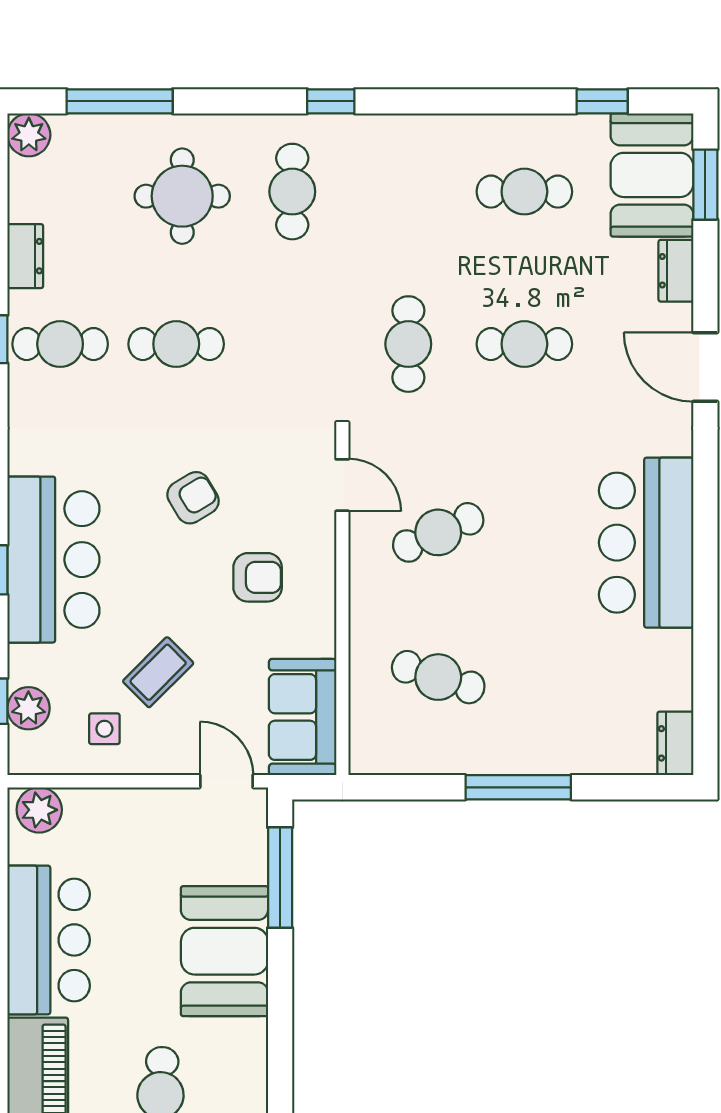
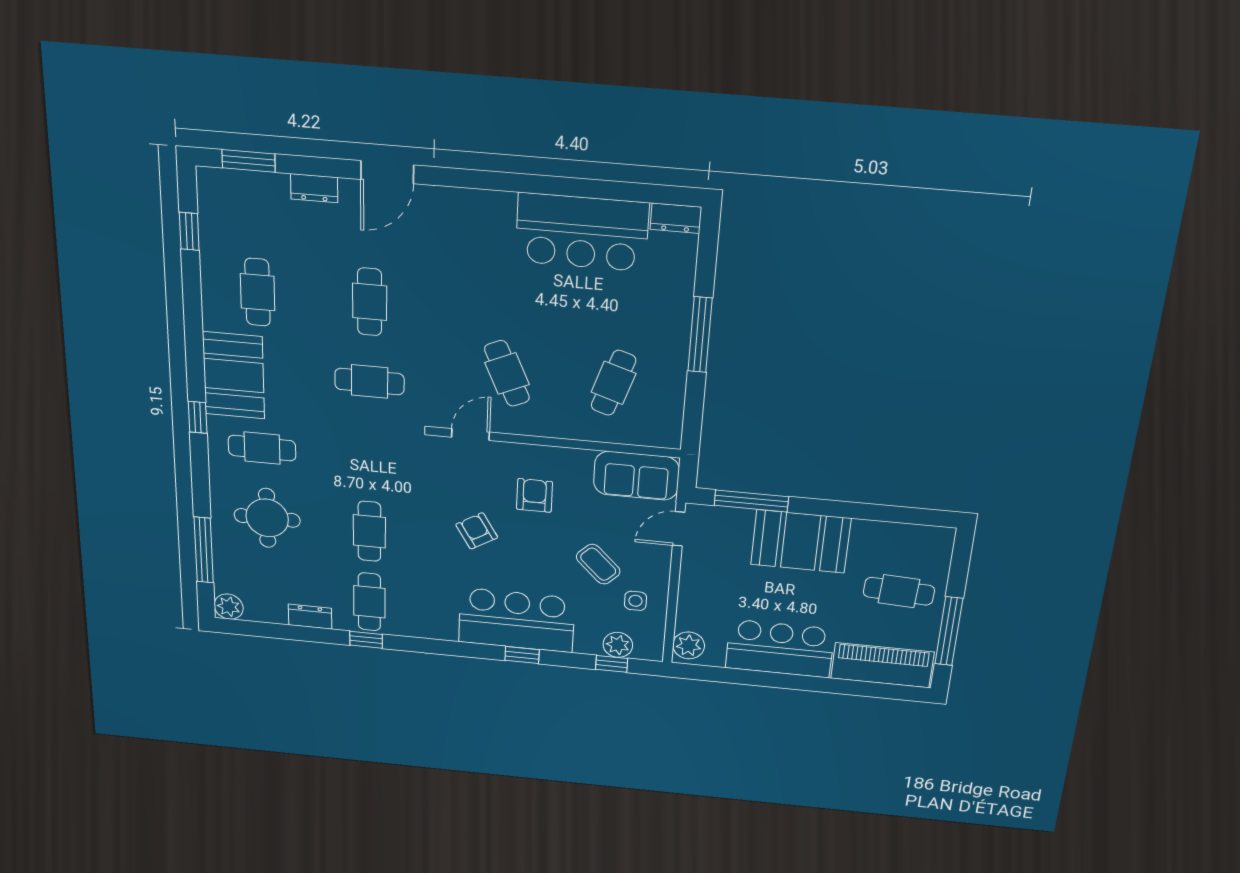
booth: (652, 175) -> (234, 376), moved, turned 90
bar counter: (646, 543) -> (582, 232), moved

